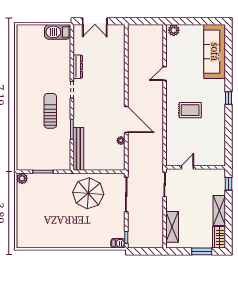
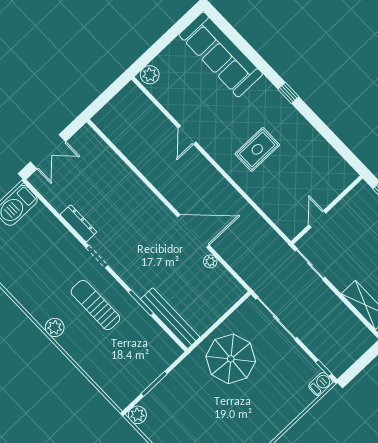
plant: (22, 103) -> (55, 327), added

